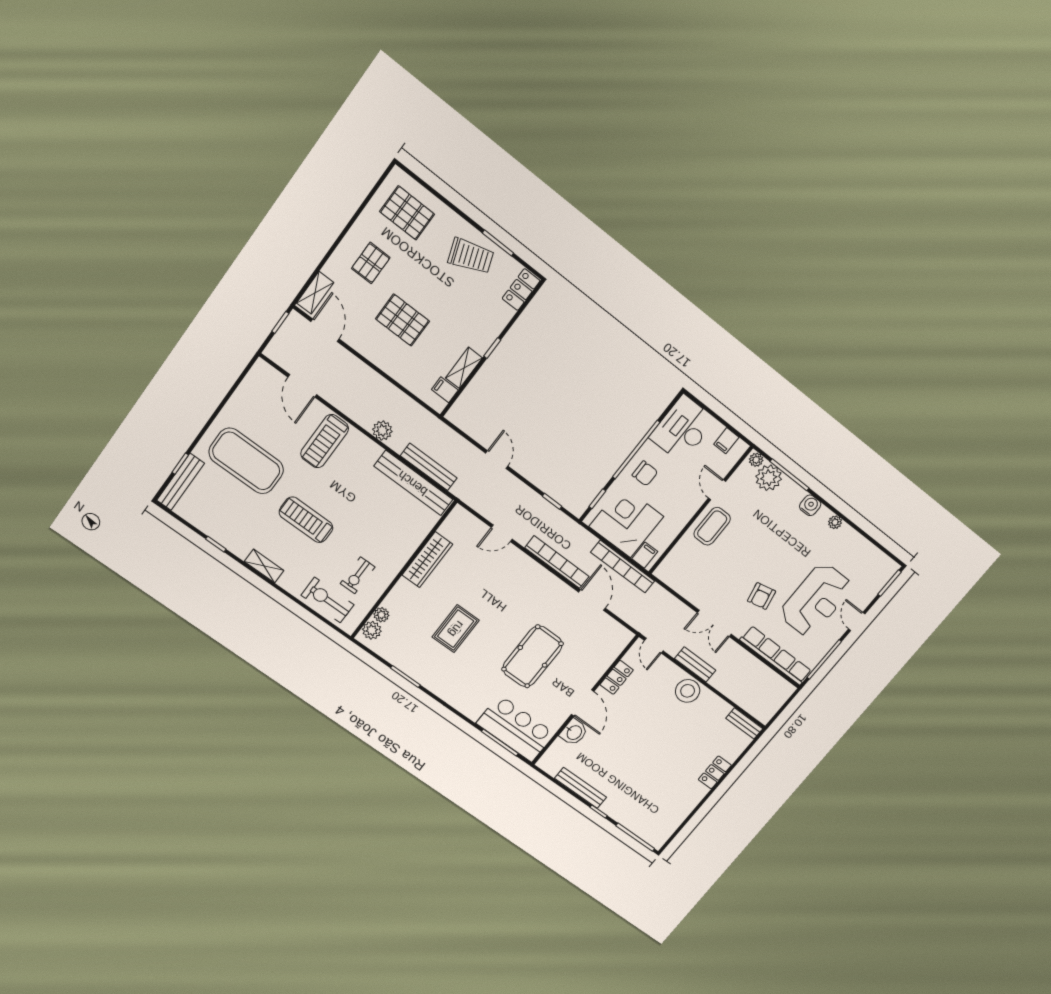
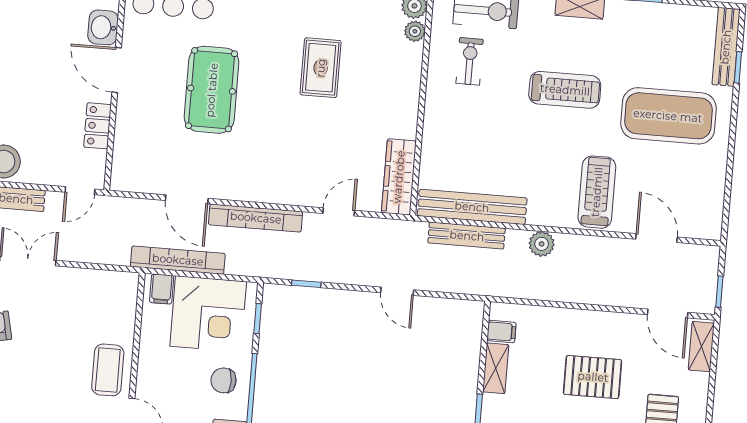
wardrobe: (427, 560) -> (399, 177), moved
door: (654, 646) -> (80, 191), swing flipped

